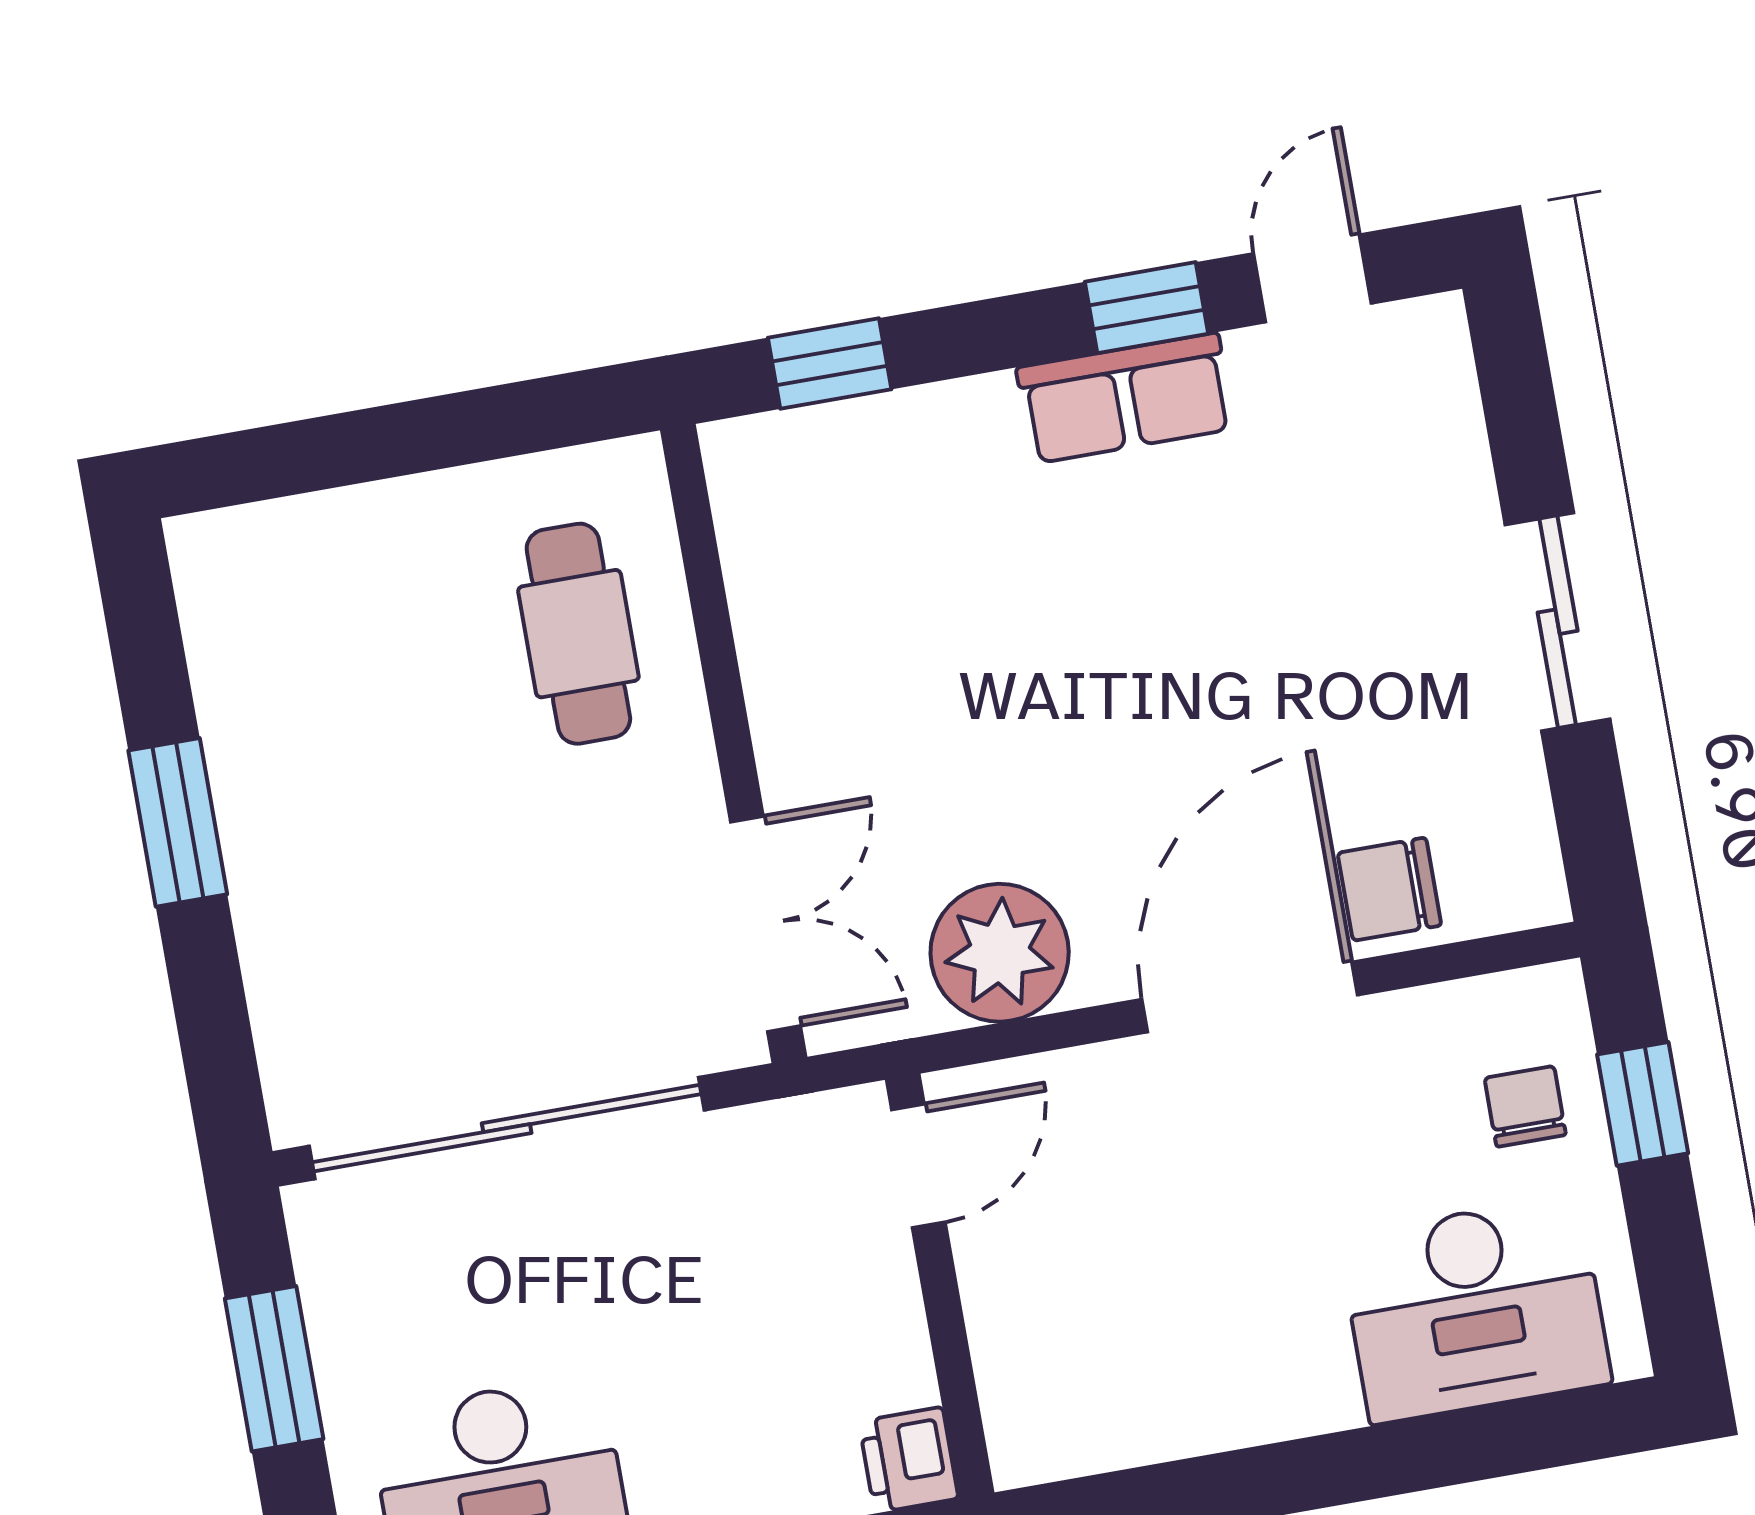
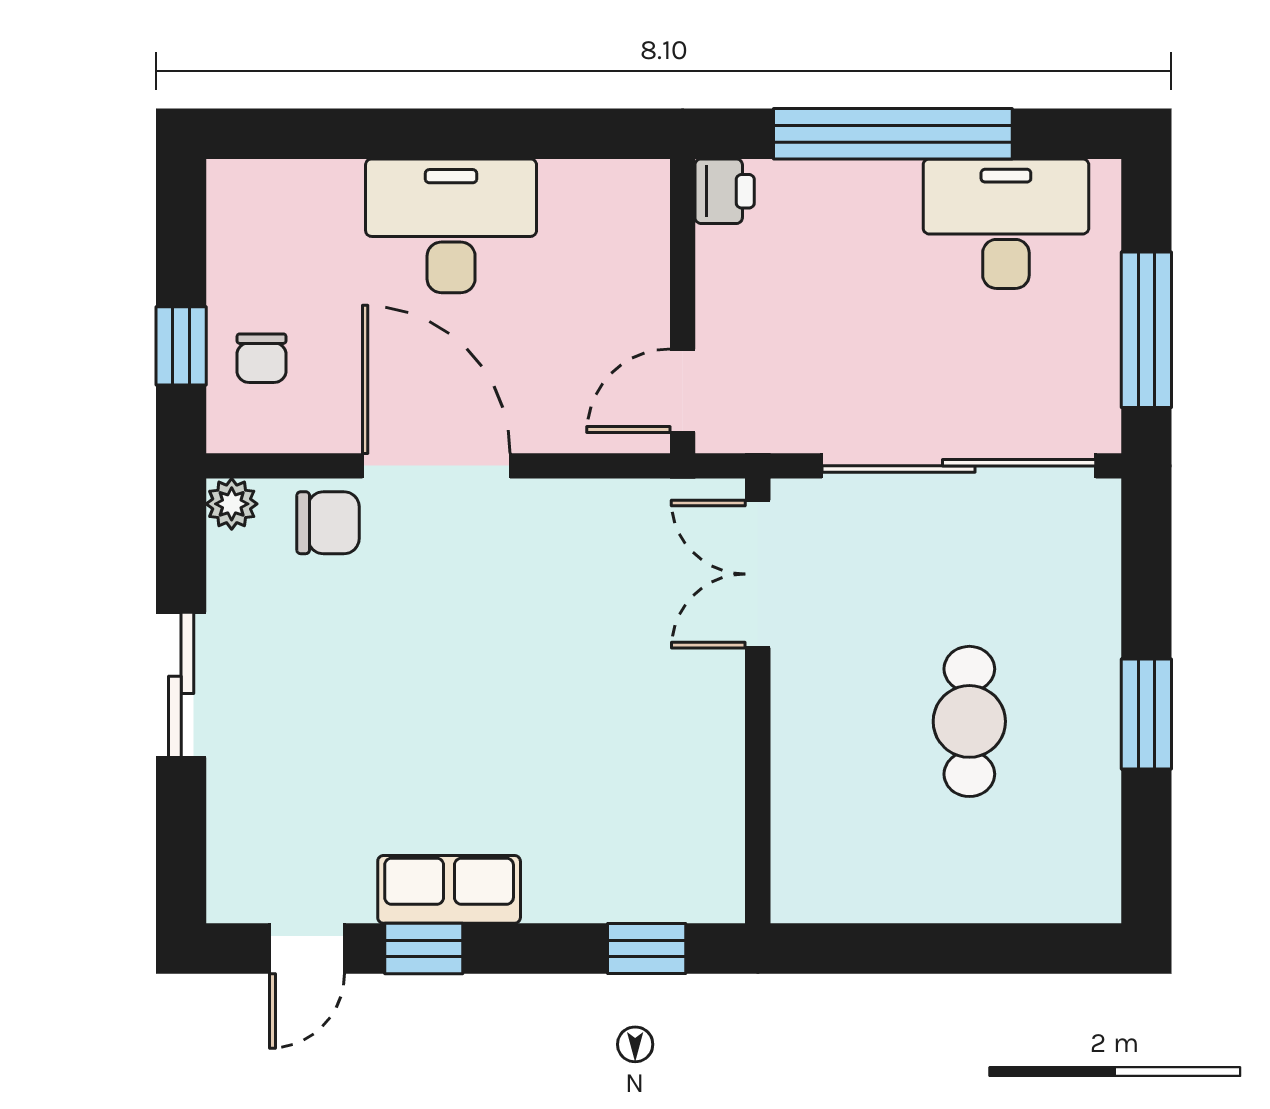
cafe table: (578, 634) -> (969, 721), moved
plant: (1000, 953) -> (232, 504), moved, width x0.53, depth x0.53
door: (1250, 997) -> (436, 466), swing flipped
desk: (1475, 1309) -> (451, 226), moved
window: (274, 1369) -> (1146, 330), width x1.44

